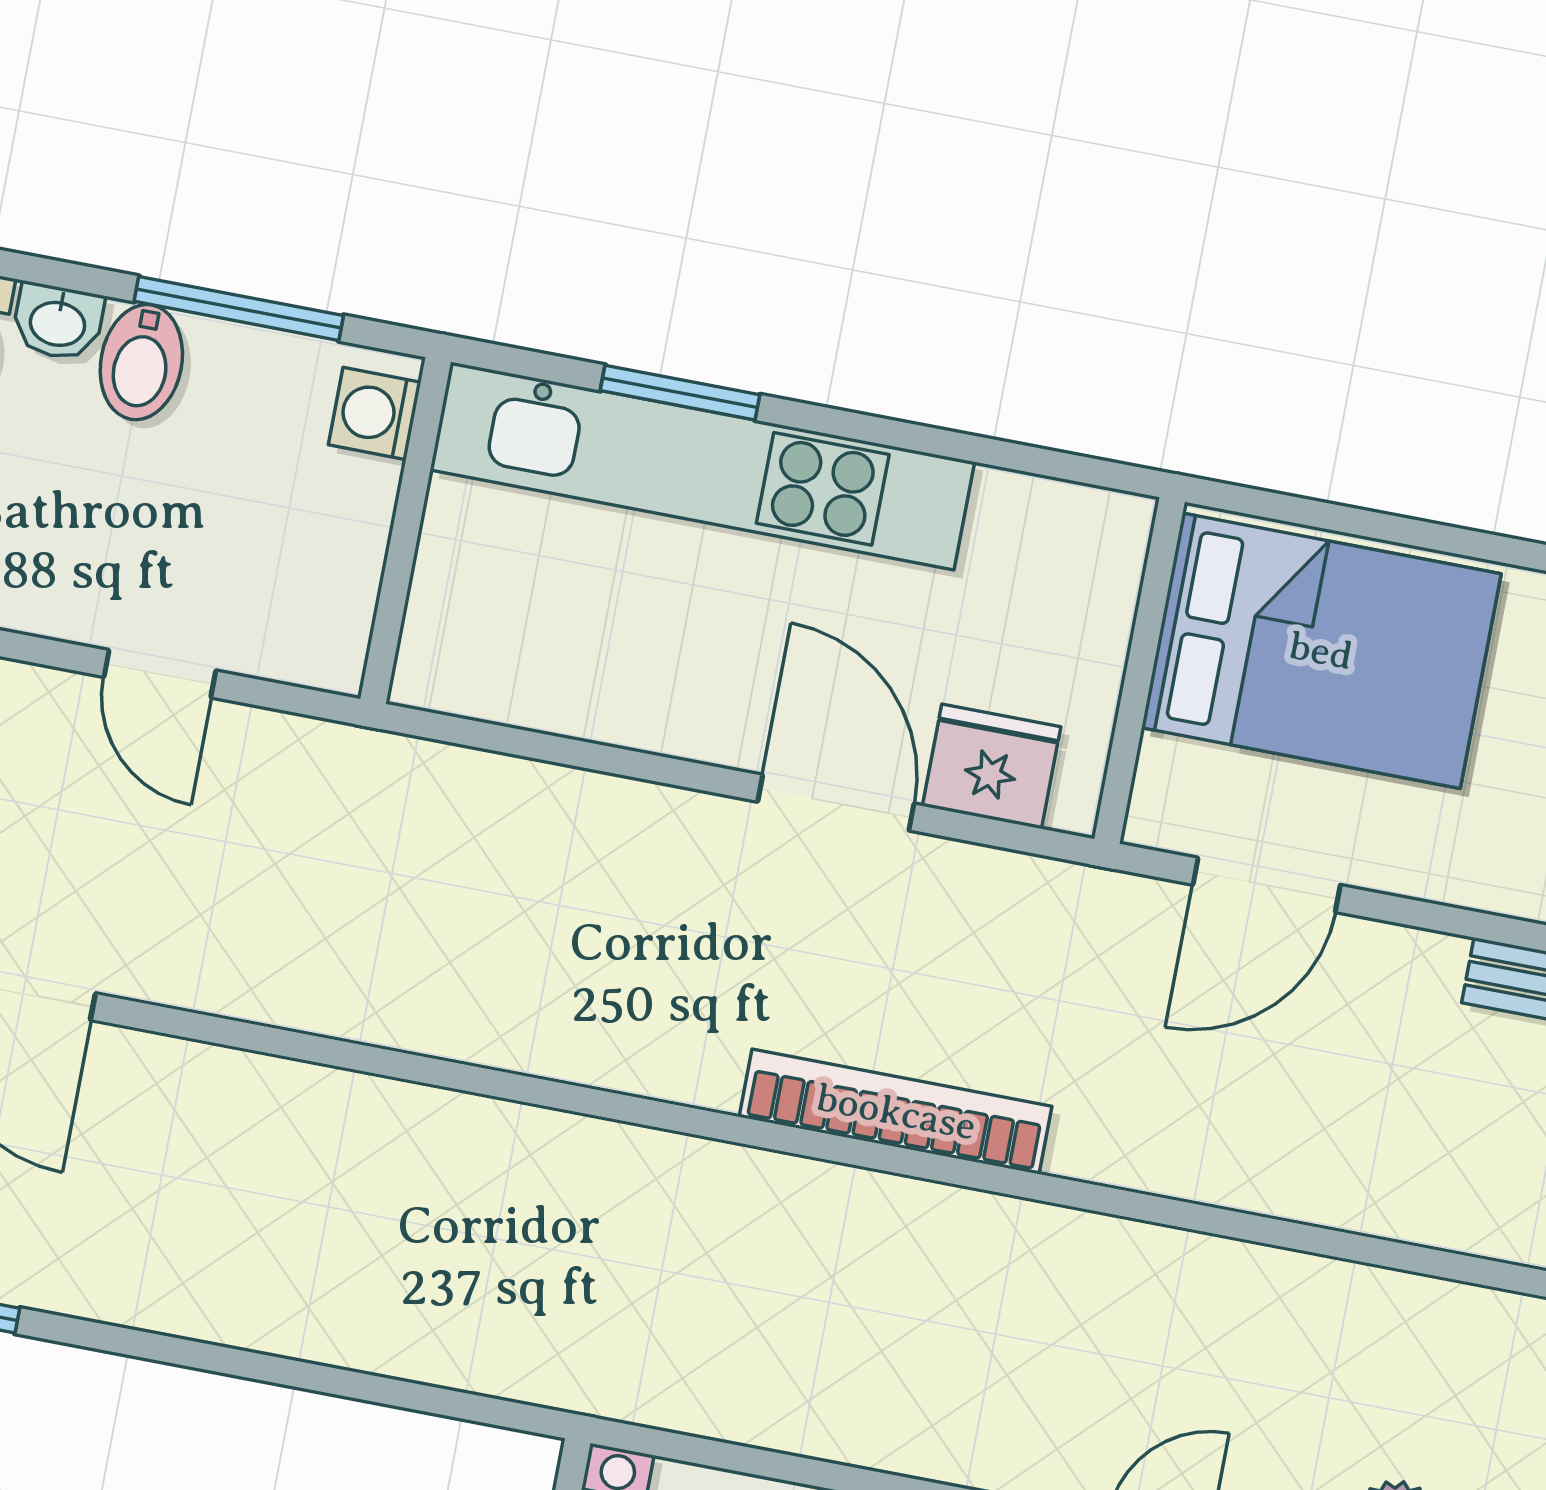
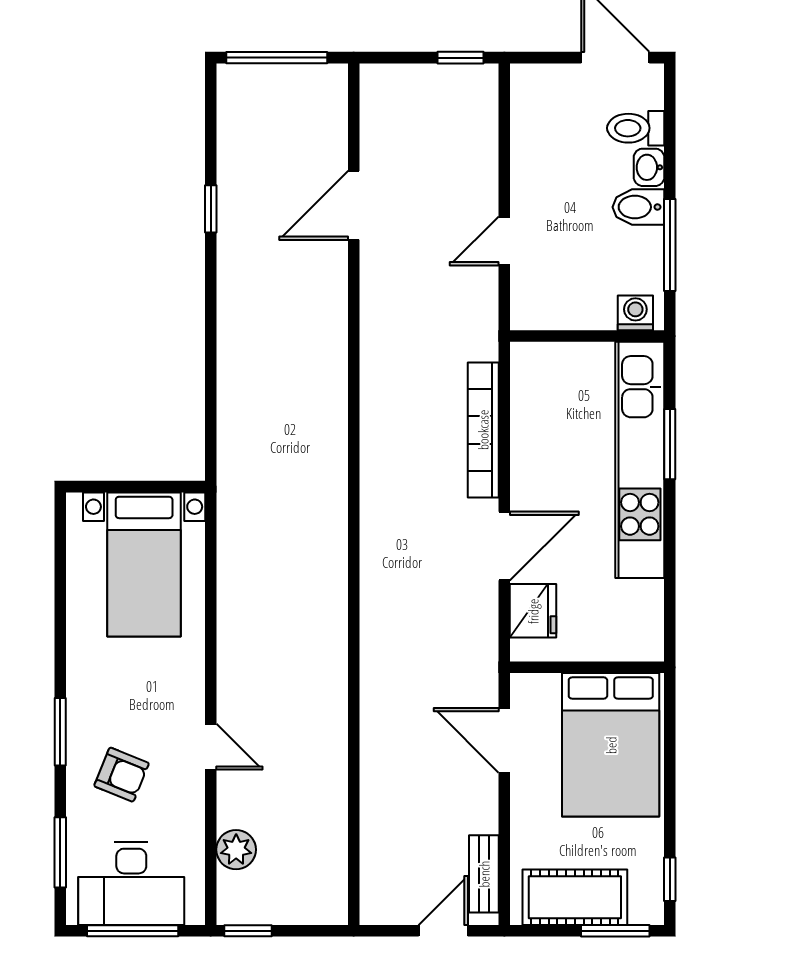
bookcase: (896, 1112) -> (483, 430), moved, turned 180

